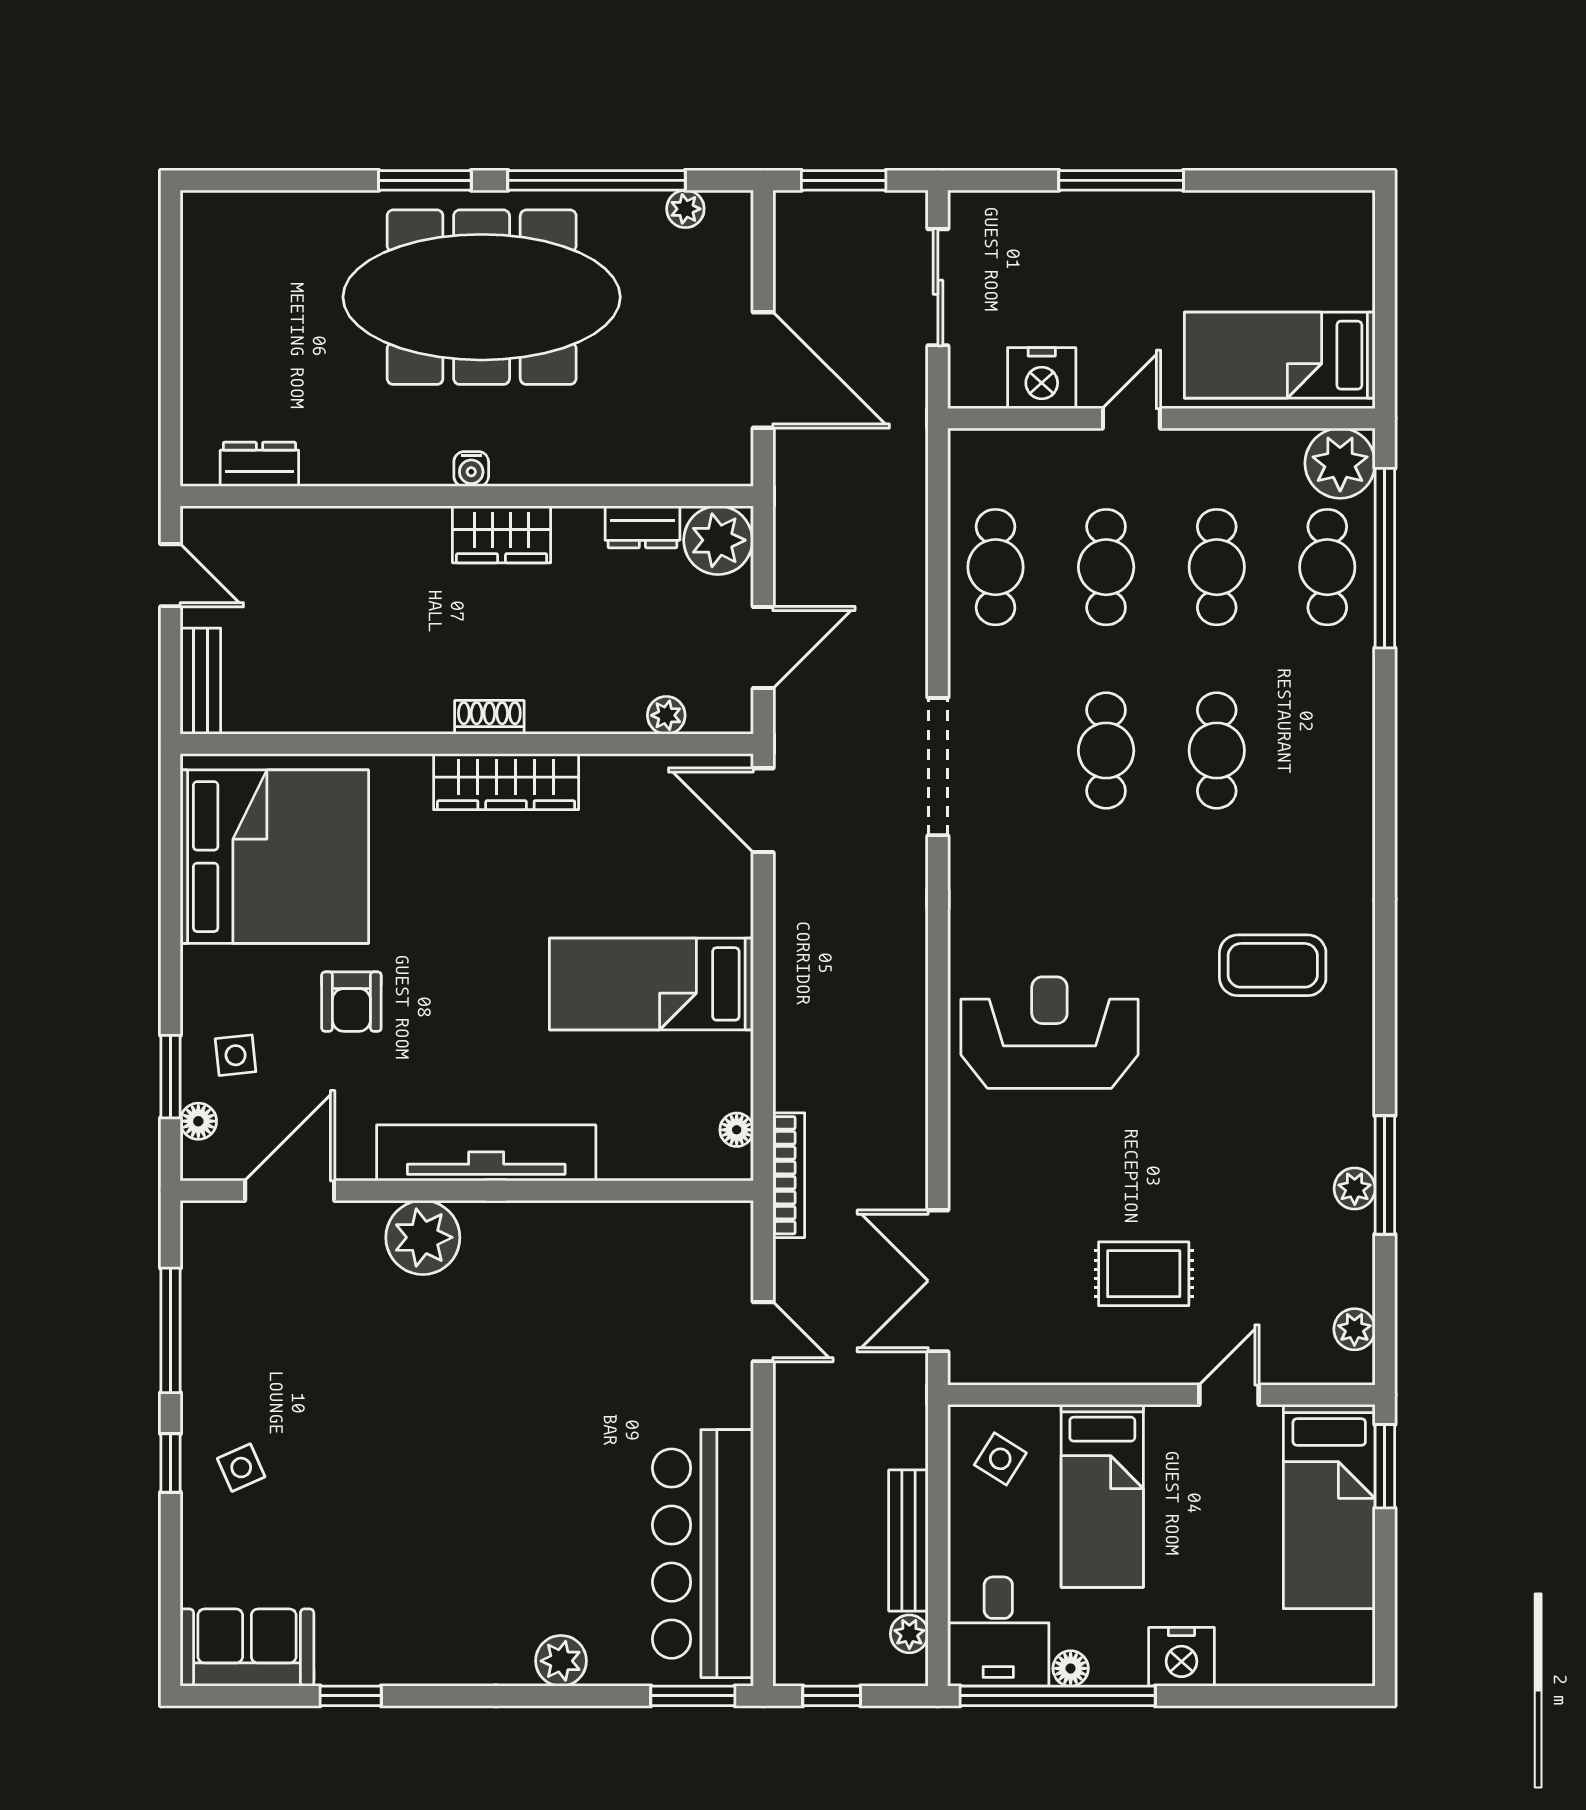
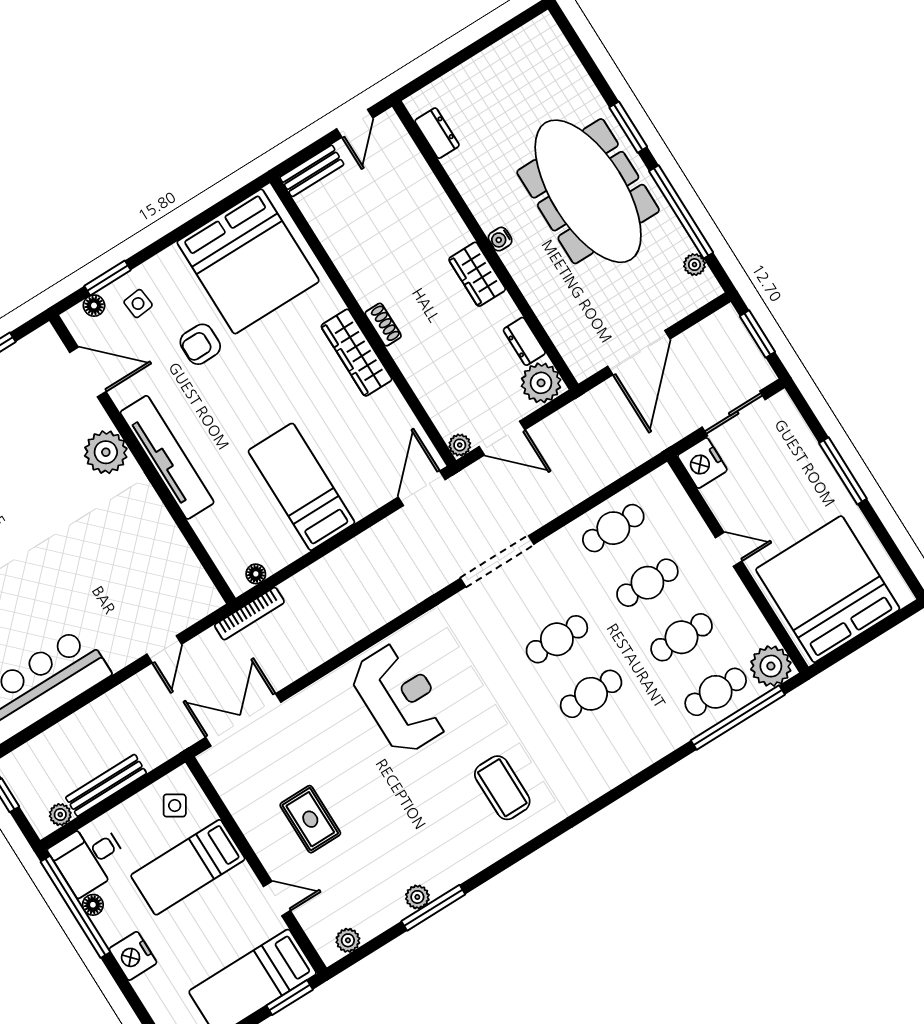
bed: (1280, 355) -> (828, 589), width x2.04
nightstand: (1042, 378) -> (702, 463), moved
plant: (666, 715) -> (460, 445), moved

